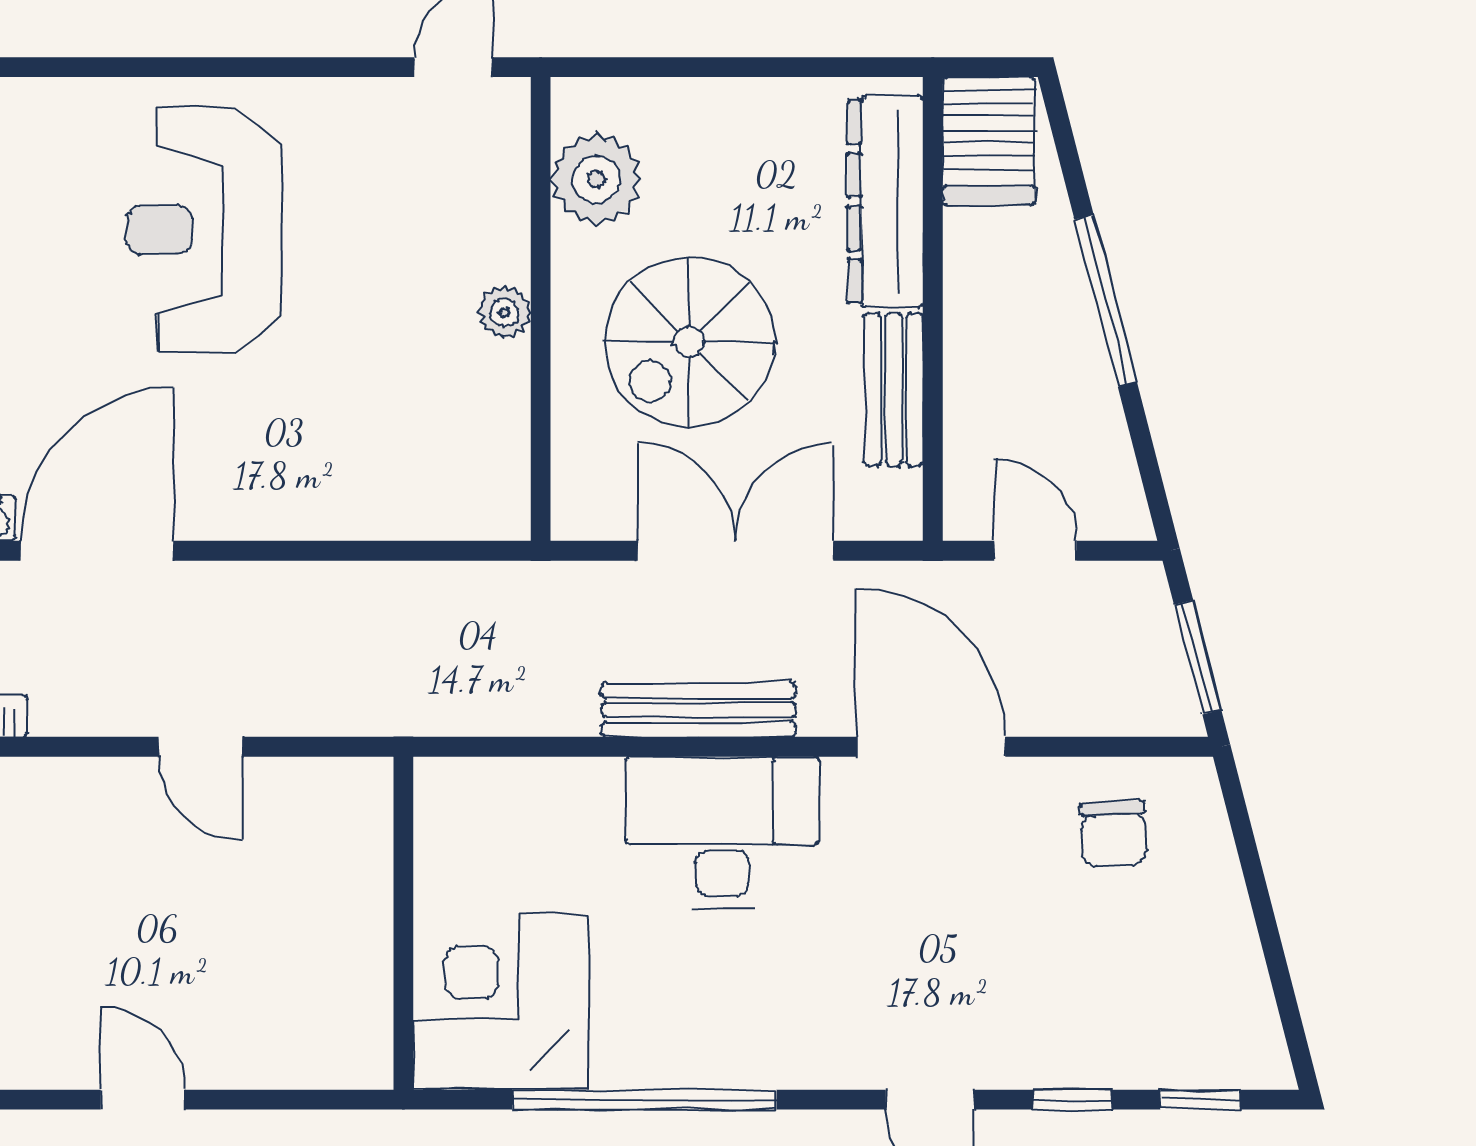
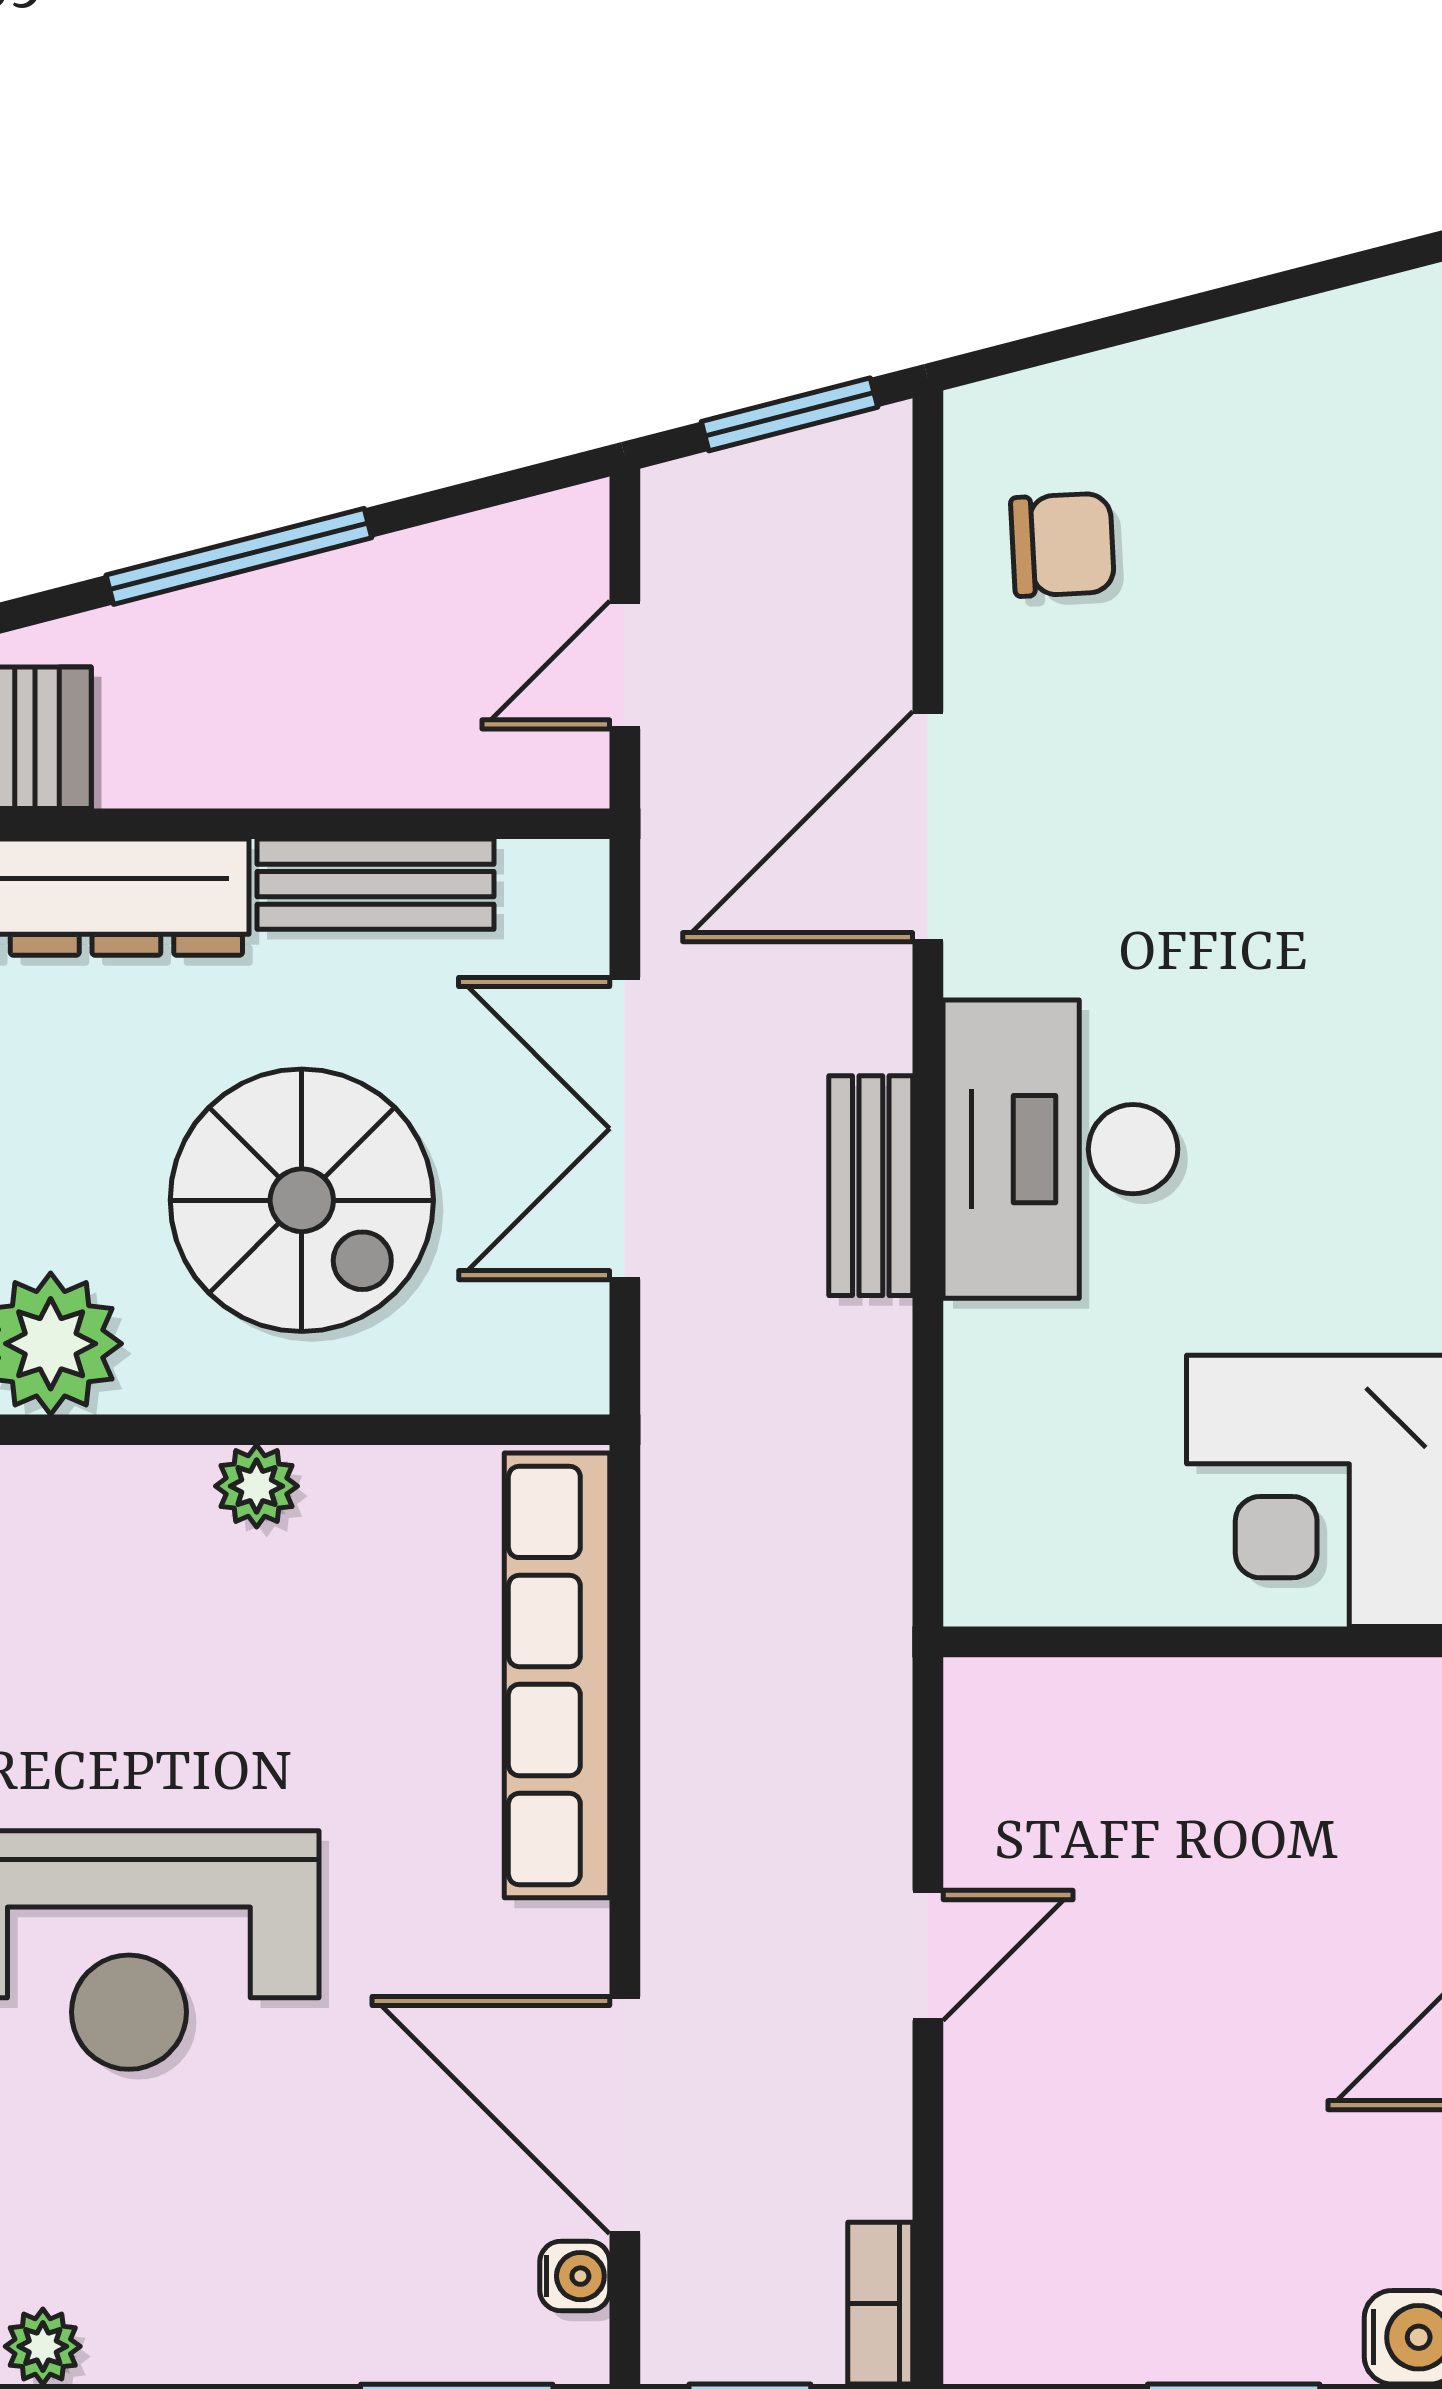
row of seats: (382, 507) -> (557, 1675), added
bench: (699, 710) -> (871, 1186), width x0.73

